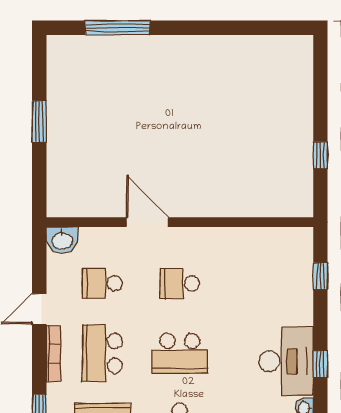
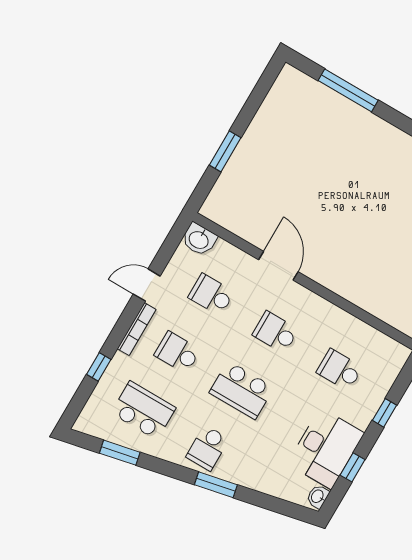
window: (39, 122) -> (225, 151), moved
window: (320, 276) -> (385, 413), moved
school desk: (257, 283) -> (340, 370), added
school desk: (102, 353) -> (177, 352), width x0.54

